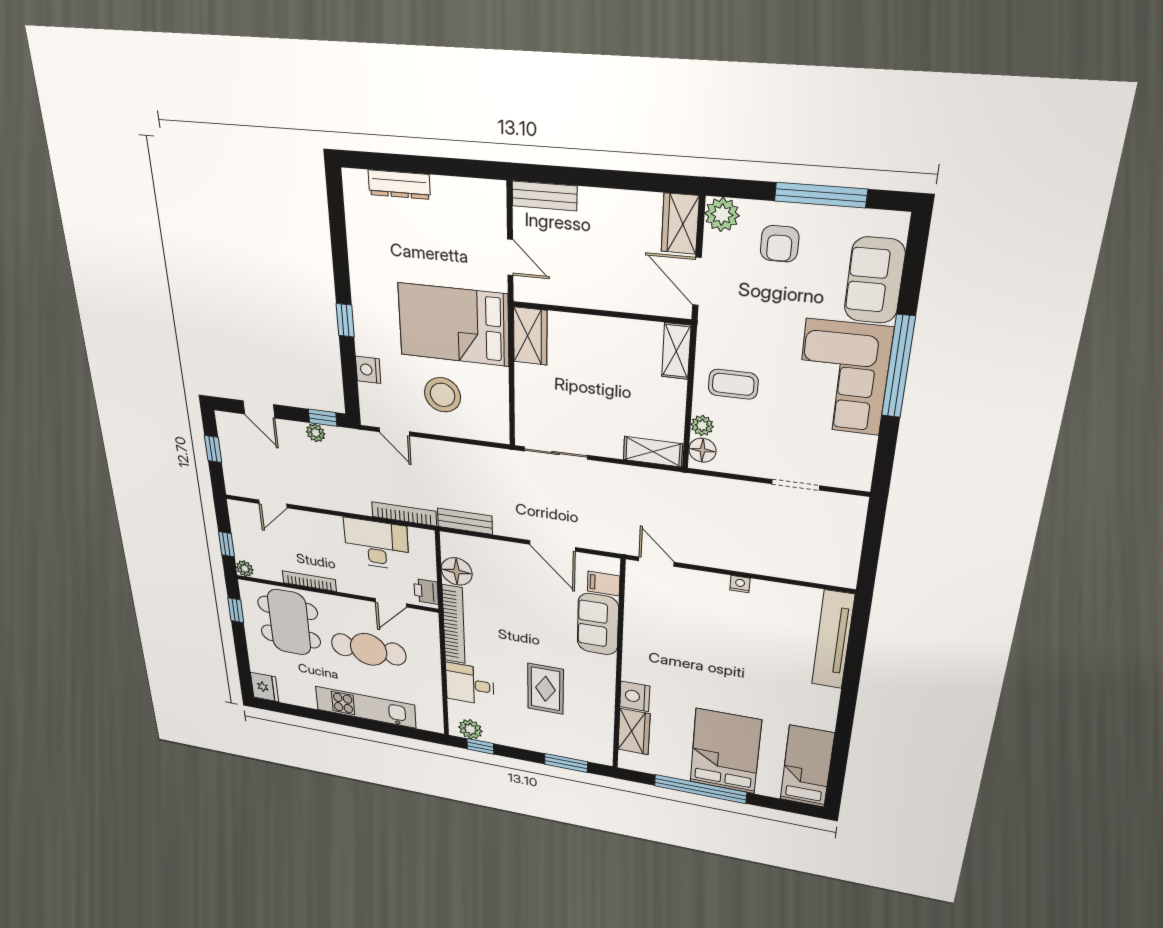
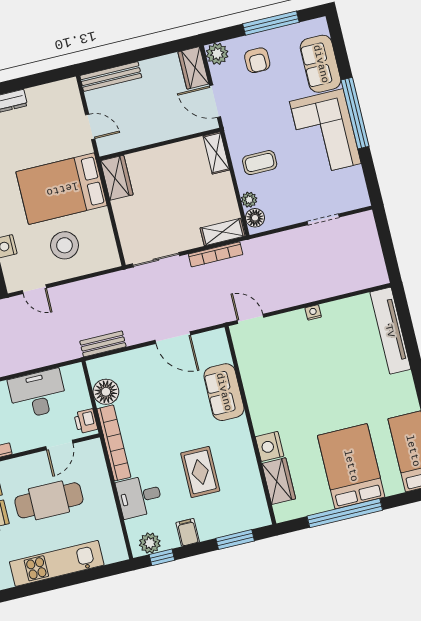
bench: (544, 196) -> (111, 77), width x1.36
bookcase: (404, 514) -> (216, 254), moved, turned 180
filing cabinet: (604, 584) -> (188, 532), moved, turned 90

